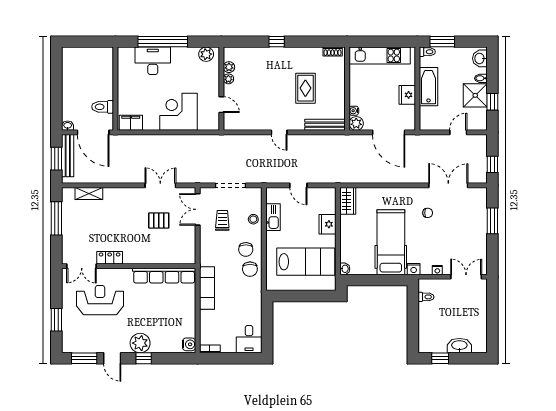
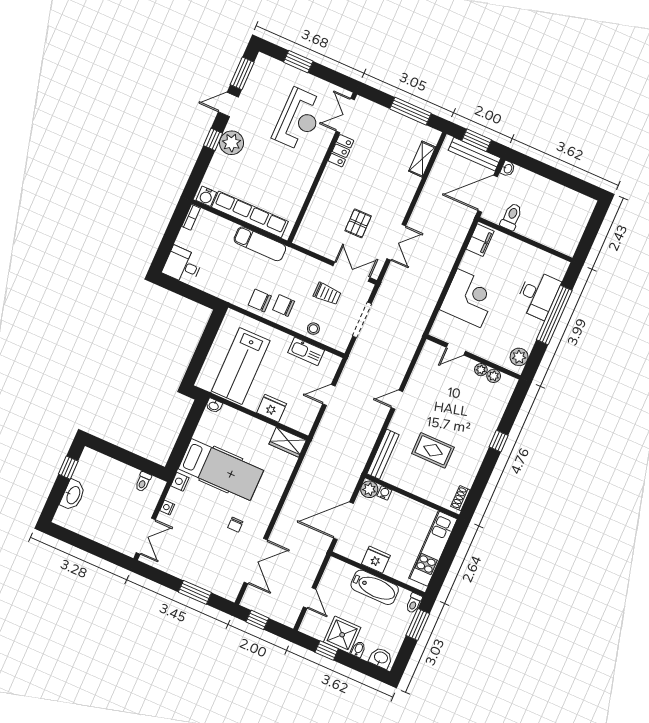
row of seats: (164, 276) -> (250, 214), moved, turned 90

